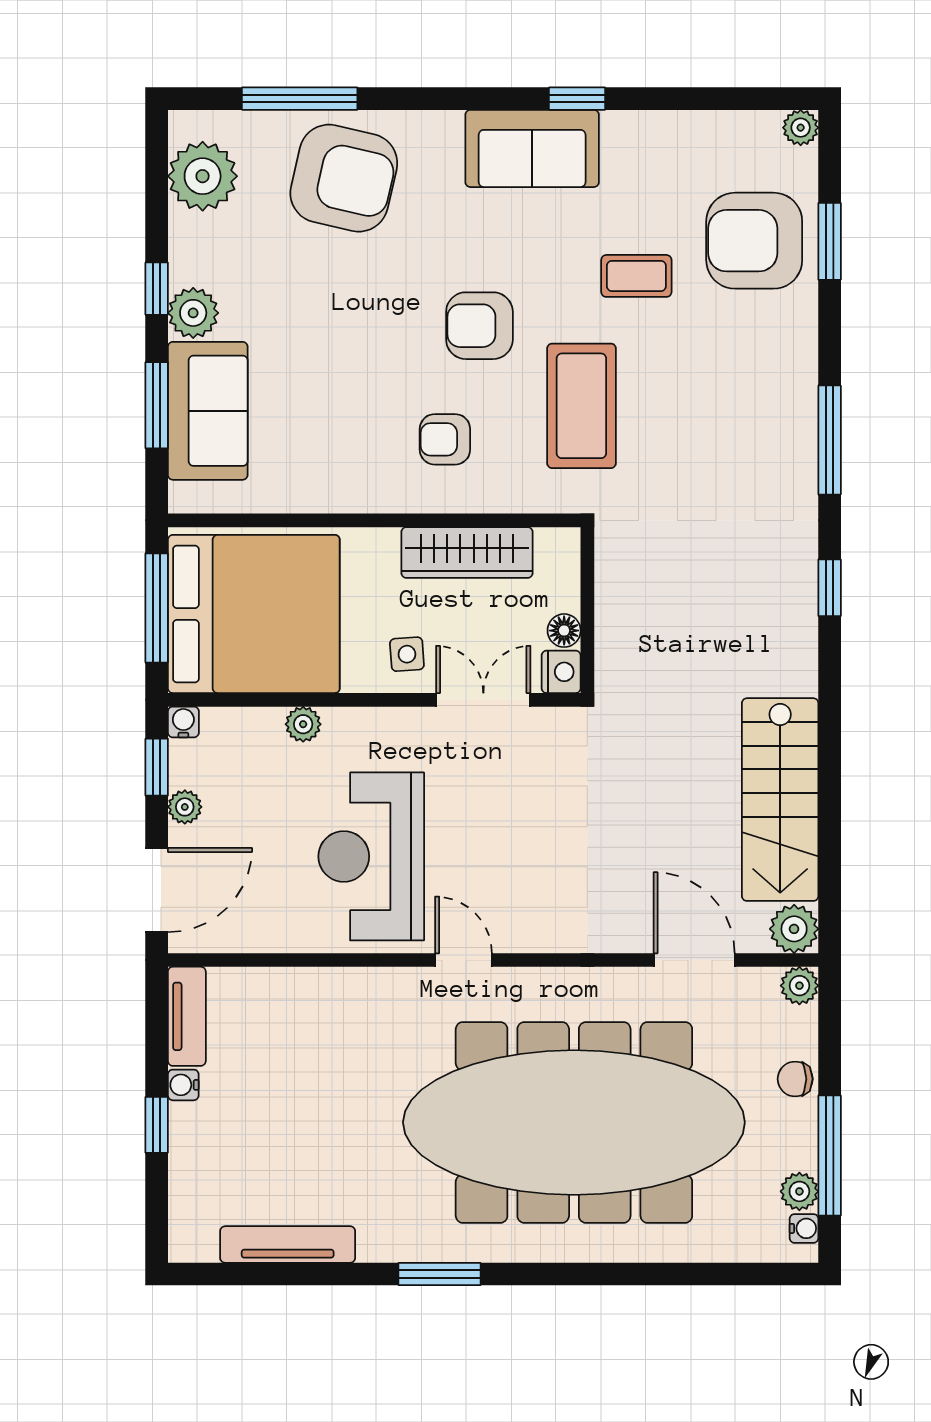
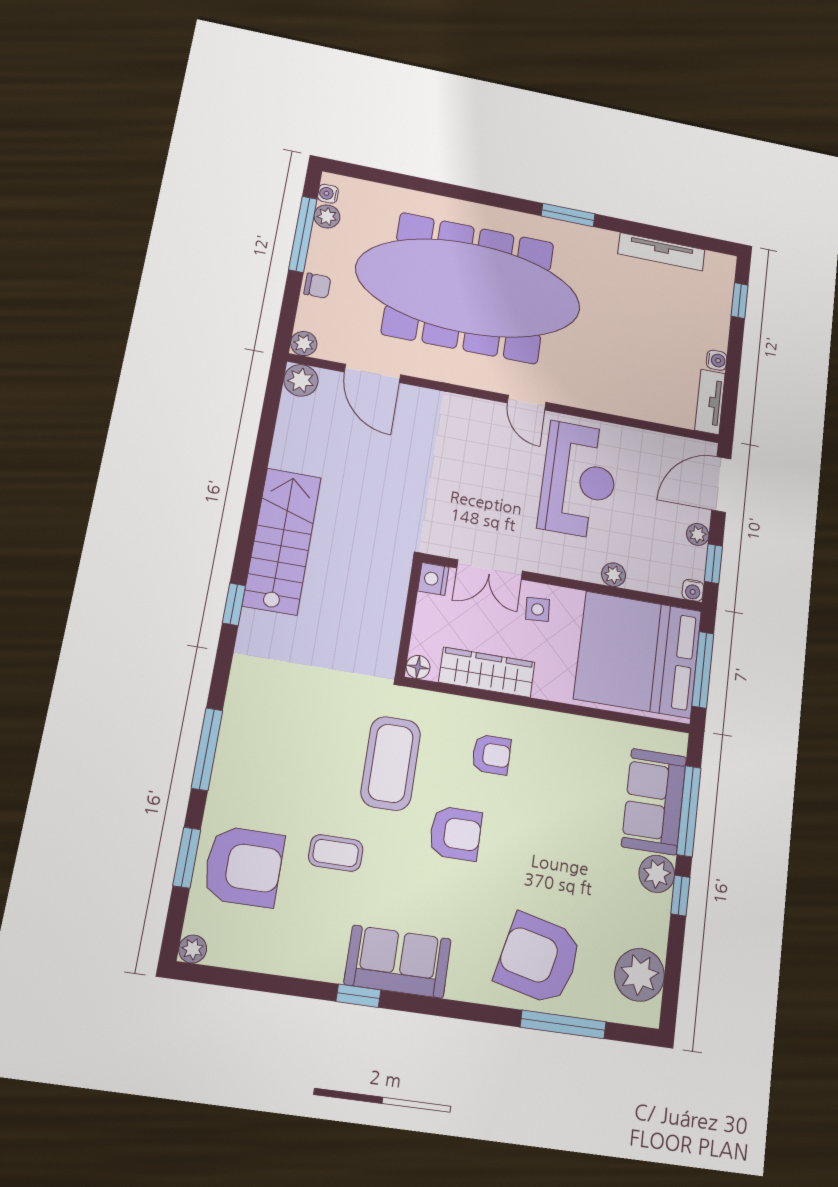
window: (157, 405) -> (689, 811), width x1.44
window: (830, 440) -> (207, 749), moved
floor lamp: (564, 631) -> (418, 667), moved
stairs: (780, 800) -> (282, 541), moved
window: (157, 1125) -> (740, 301), moved

